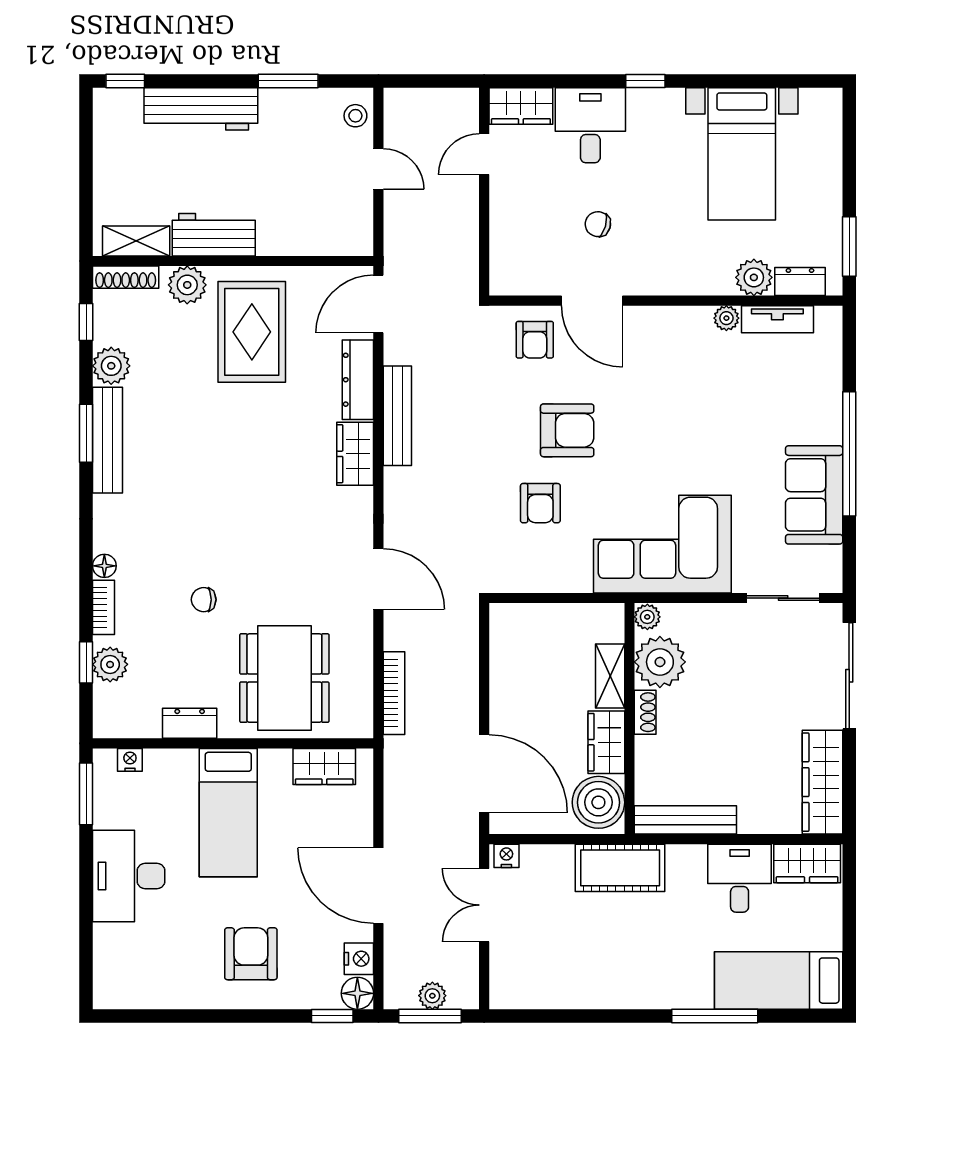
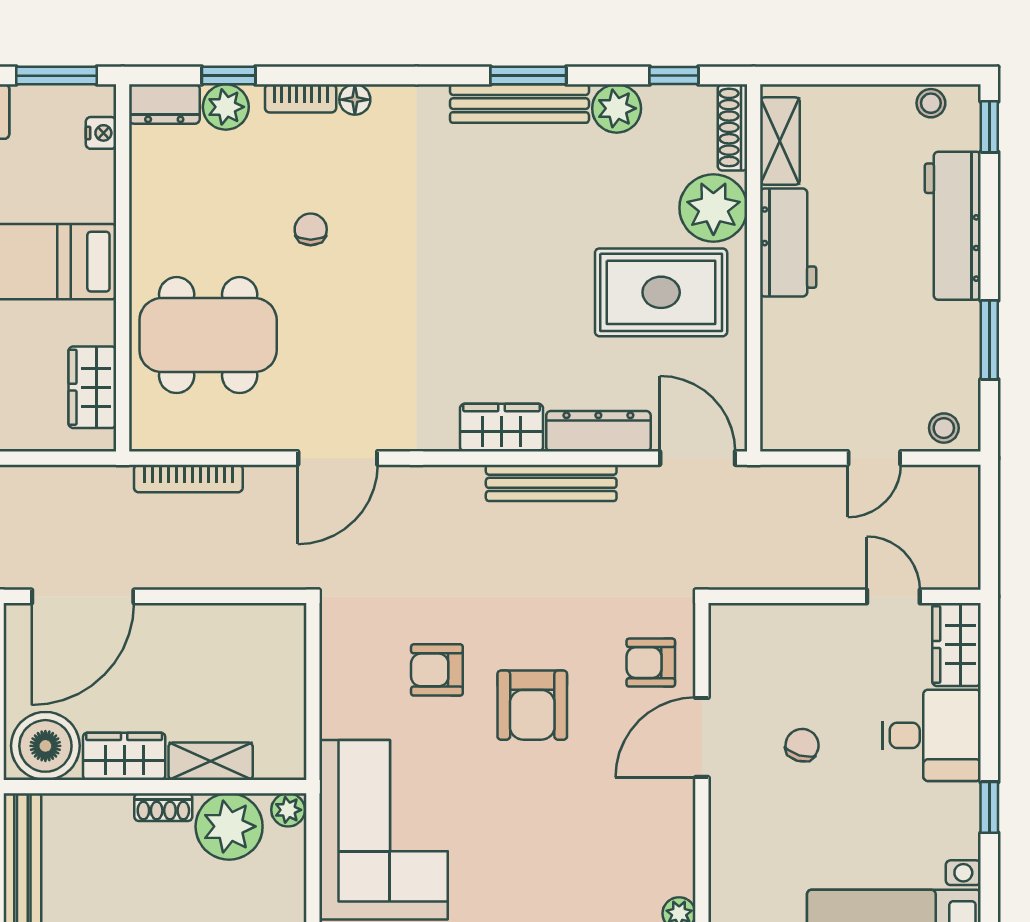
stool: (107, 126) -> (931, 103), added
plant: (187, 285) -> (713, 208), width x1.36, depth x1.36
dresser: (190, 723) -> (164, 104), moved, turned 90

